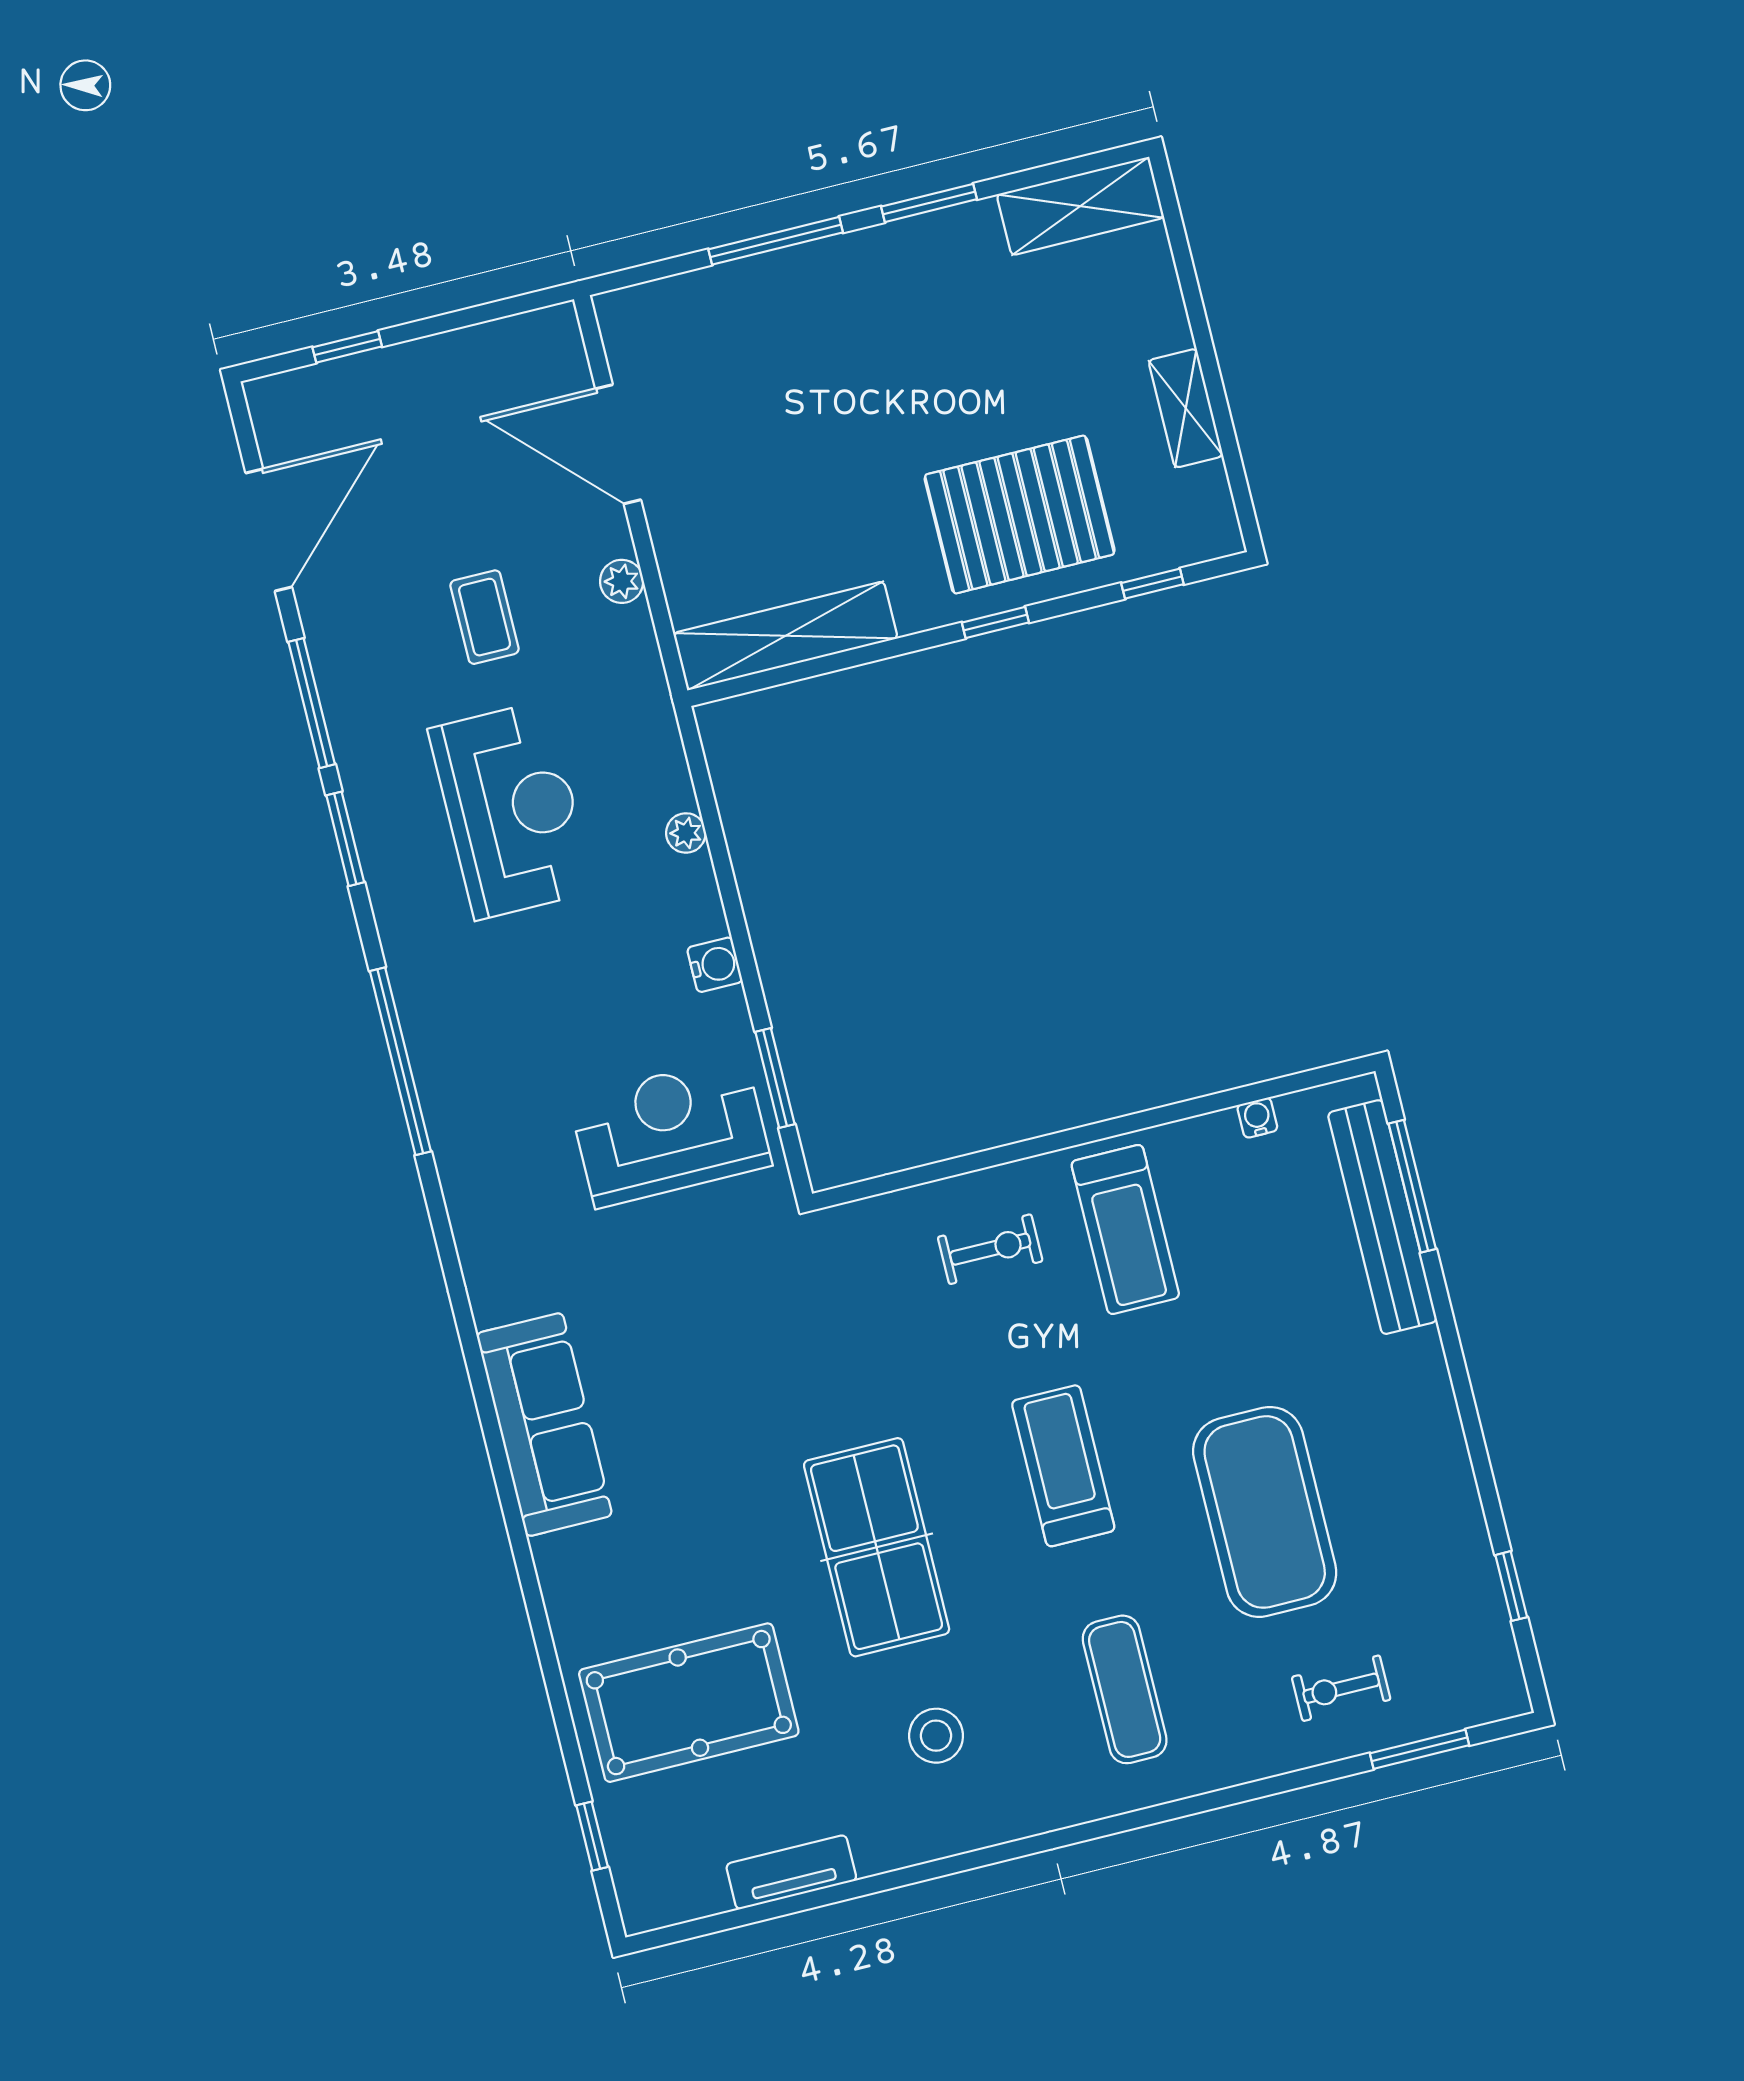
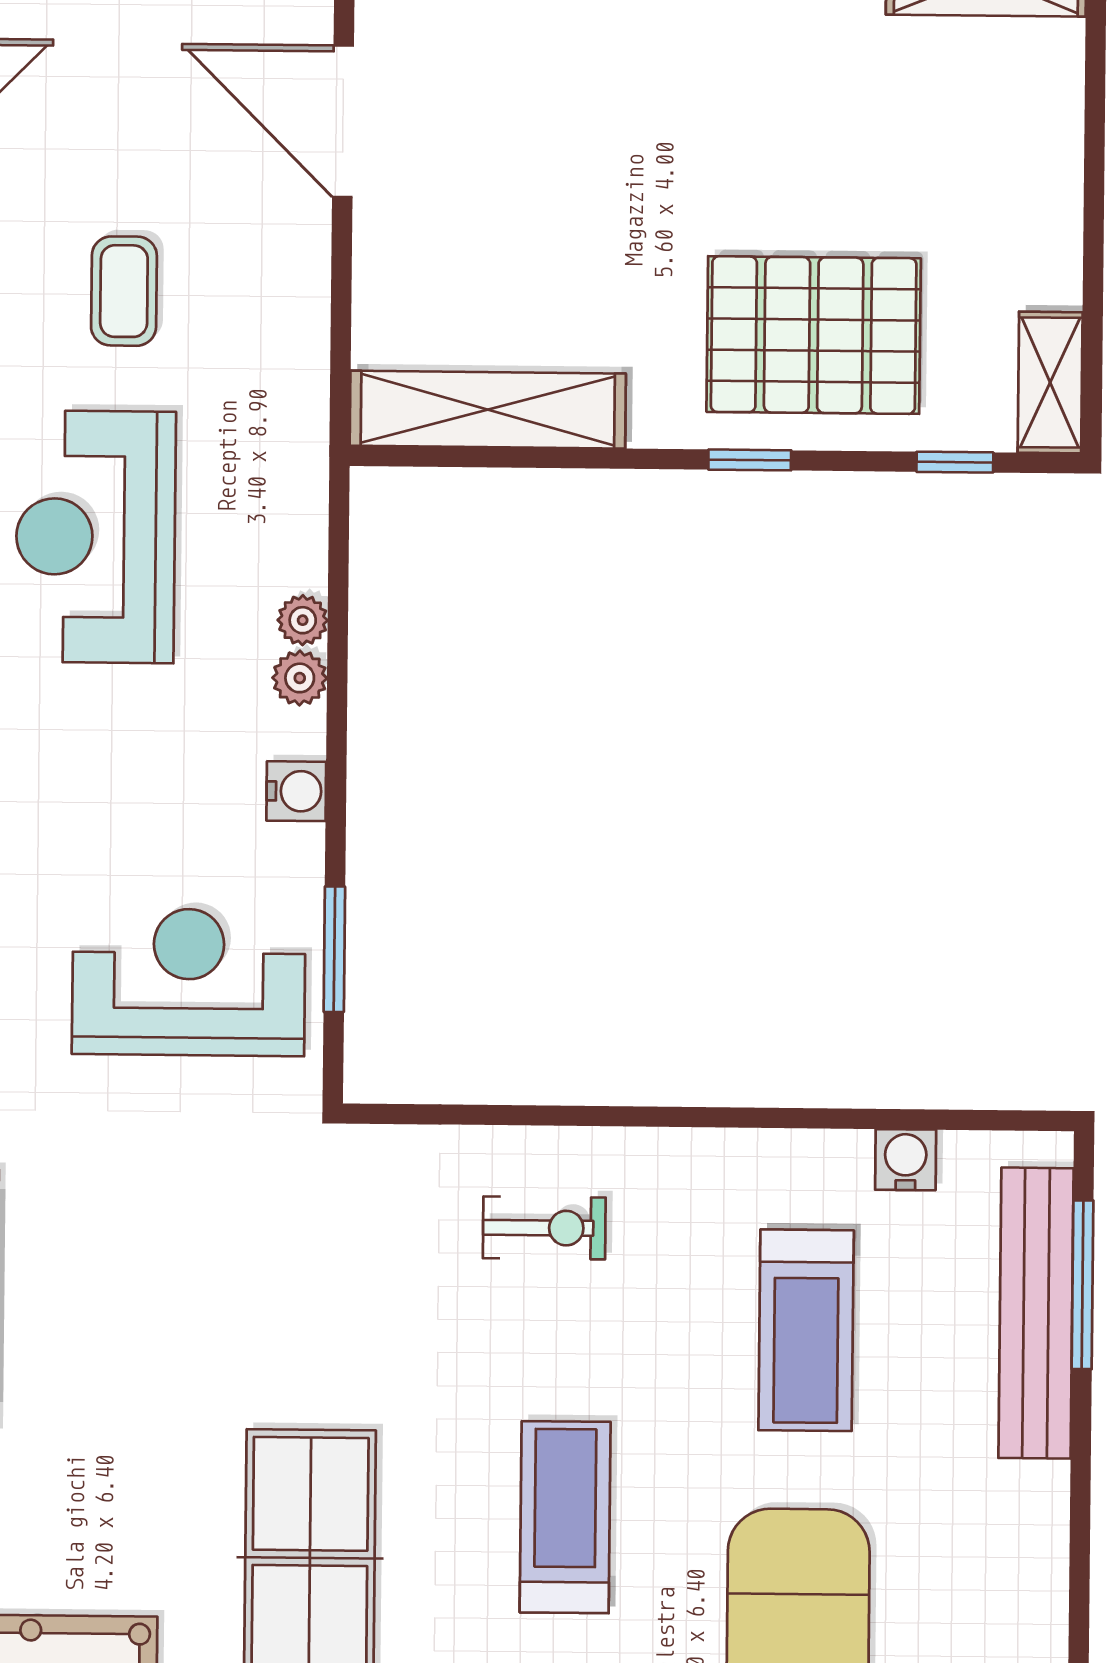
shelving: (1186, 408) -> (1050, 383), moved
plant: (622, 581) -> (300, 678), moved
reception desk: (511, 810) -> (96, 537), turned 180
water cooler: (1257, 1118) -> (906, 1160), width x1.38, depth x1.38
treadmill: (1125, 1229) -> (806, 1330), moved

